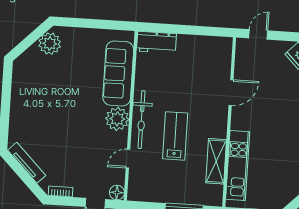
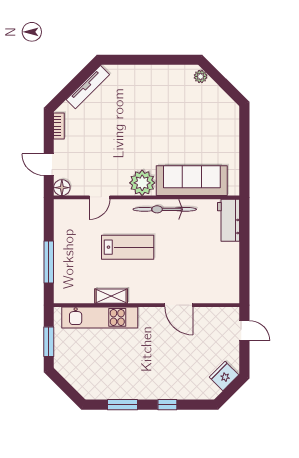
plant: (50, 44) -> (201, 76), moved, width x0.53, depth x0.53
bicycle: (142, 120) -> (165, 209), moved
door: (128, 159) -> (100, 197), swing flipped
shelving: (216, 161) -> (111, 296), width x0.67, depth x0.75

